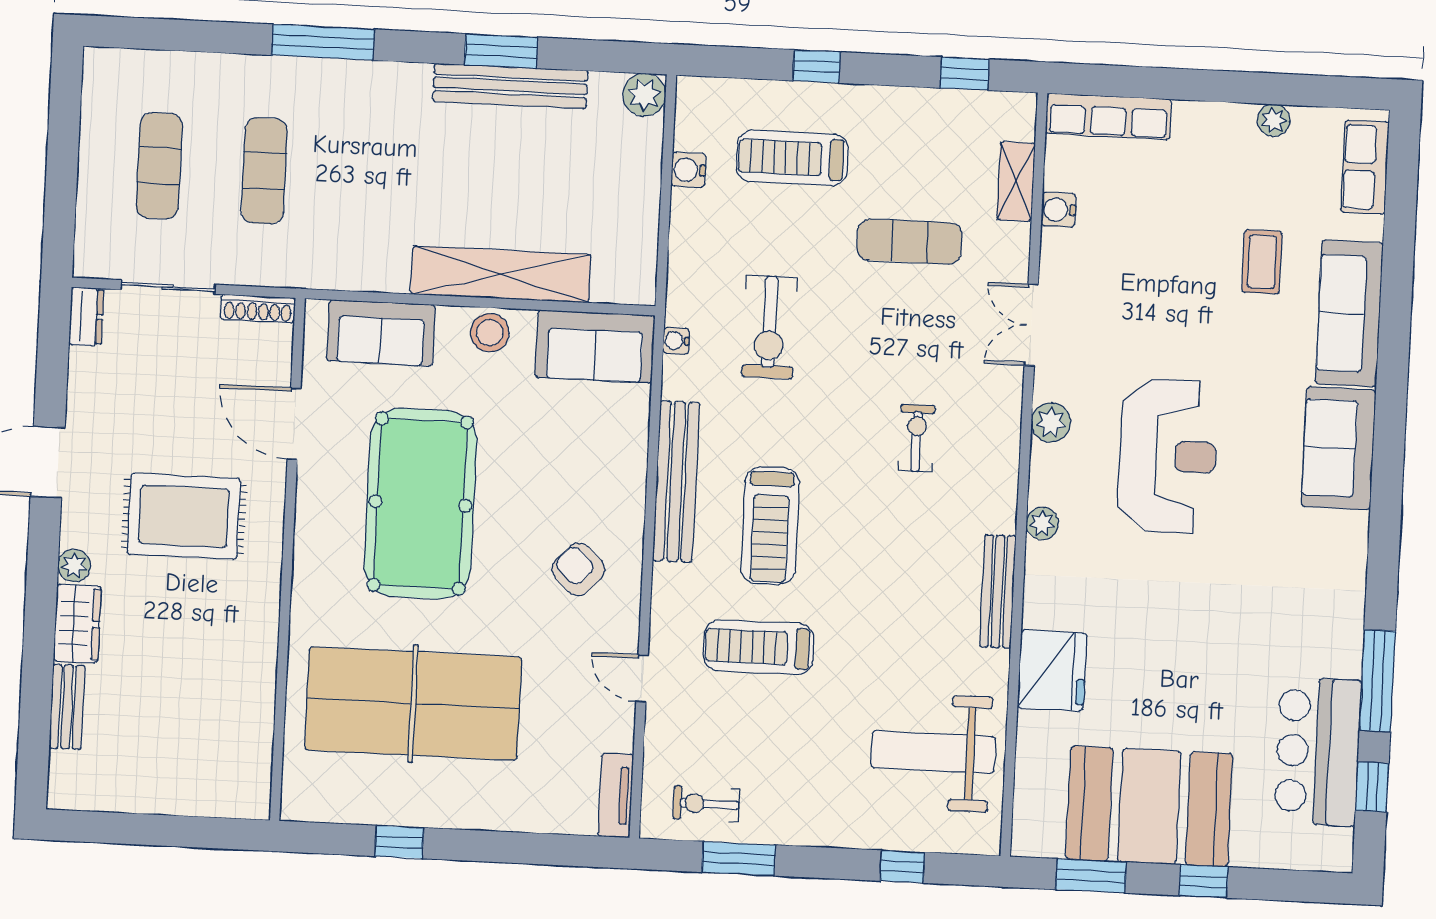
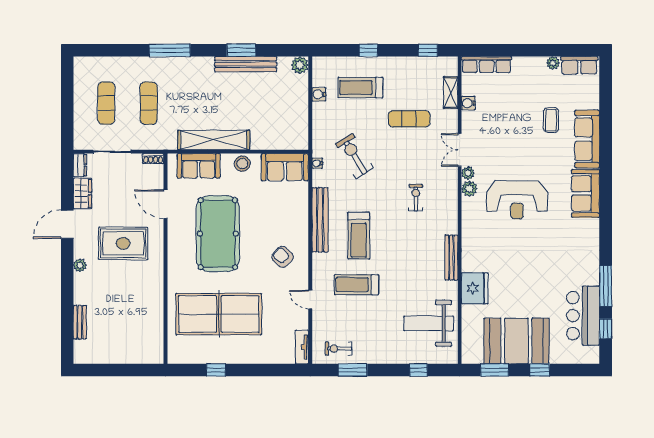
row of seats: (1365, 167) -> (579, 65), moved, turned -90
shelving: (501, 274) -> (214, 140), moved
shoe rack: (258, 309) -> (153, 159), width x0.70
exercise bike: (769, 327) -> (355, 156), turned 149
reception desk: (1168, 456) -> (517, 200), turned 90
plant: (1042, 523) -> (468, 173), moved
wardrobe: (77, 624) -> (82, 193), moved

